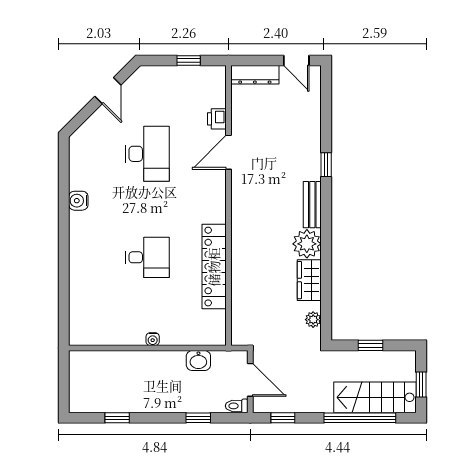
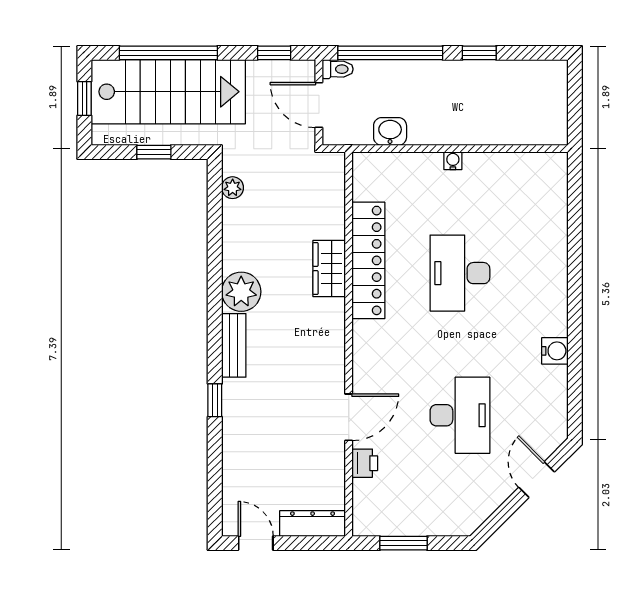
window: (189, 61) -> (403, 543), width x1.50
door: (108, 91) -> (537, 480), moved
desk: (147, 154) -> (460, 415), turned 180
desk: (147, 257) -> (460, 273), width x1.37
wardrobe: (309, 280) -> (329, 269), moved, turned 180
stairs: (375, 397) -> (168, 92), width x1.36, depth x1.51
window: (117, 418) -> (479, 53), moved
window: (198, 418) -> (390, 53), width x3.17

